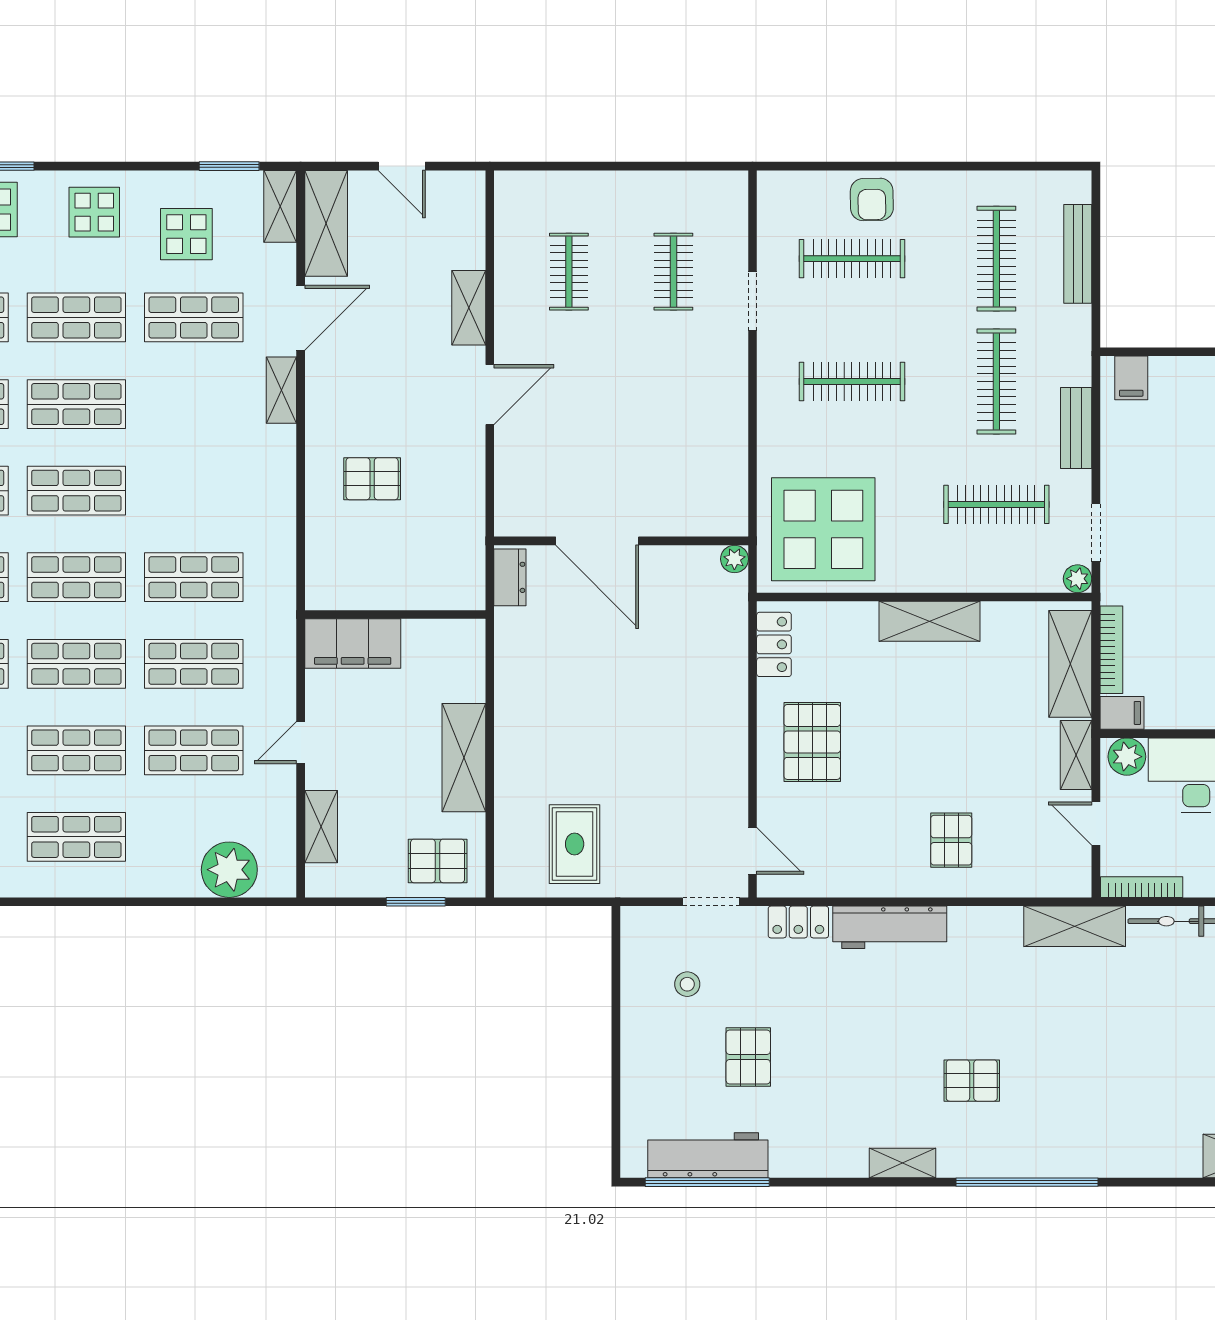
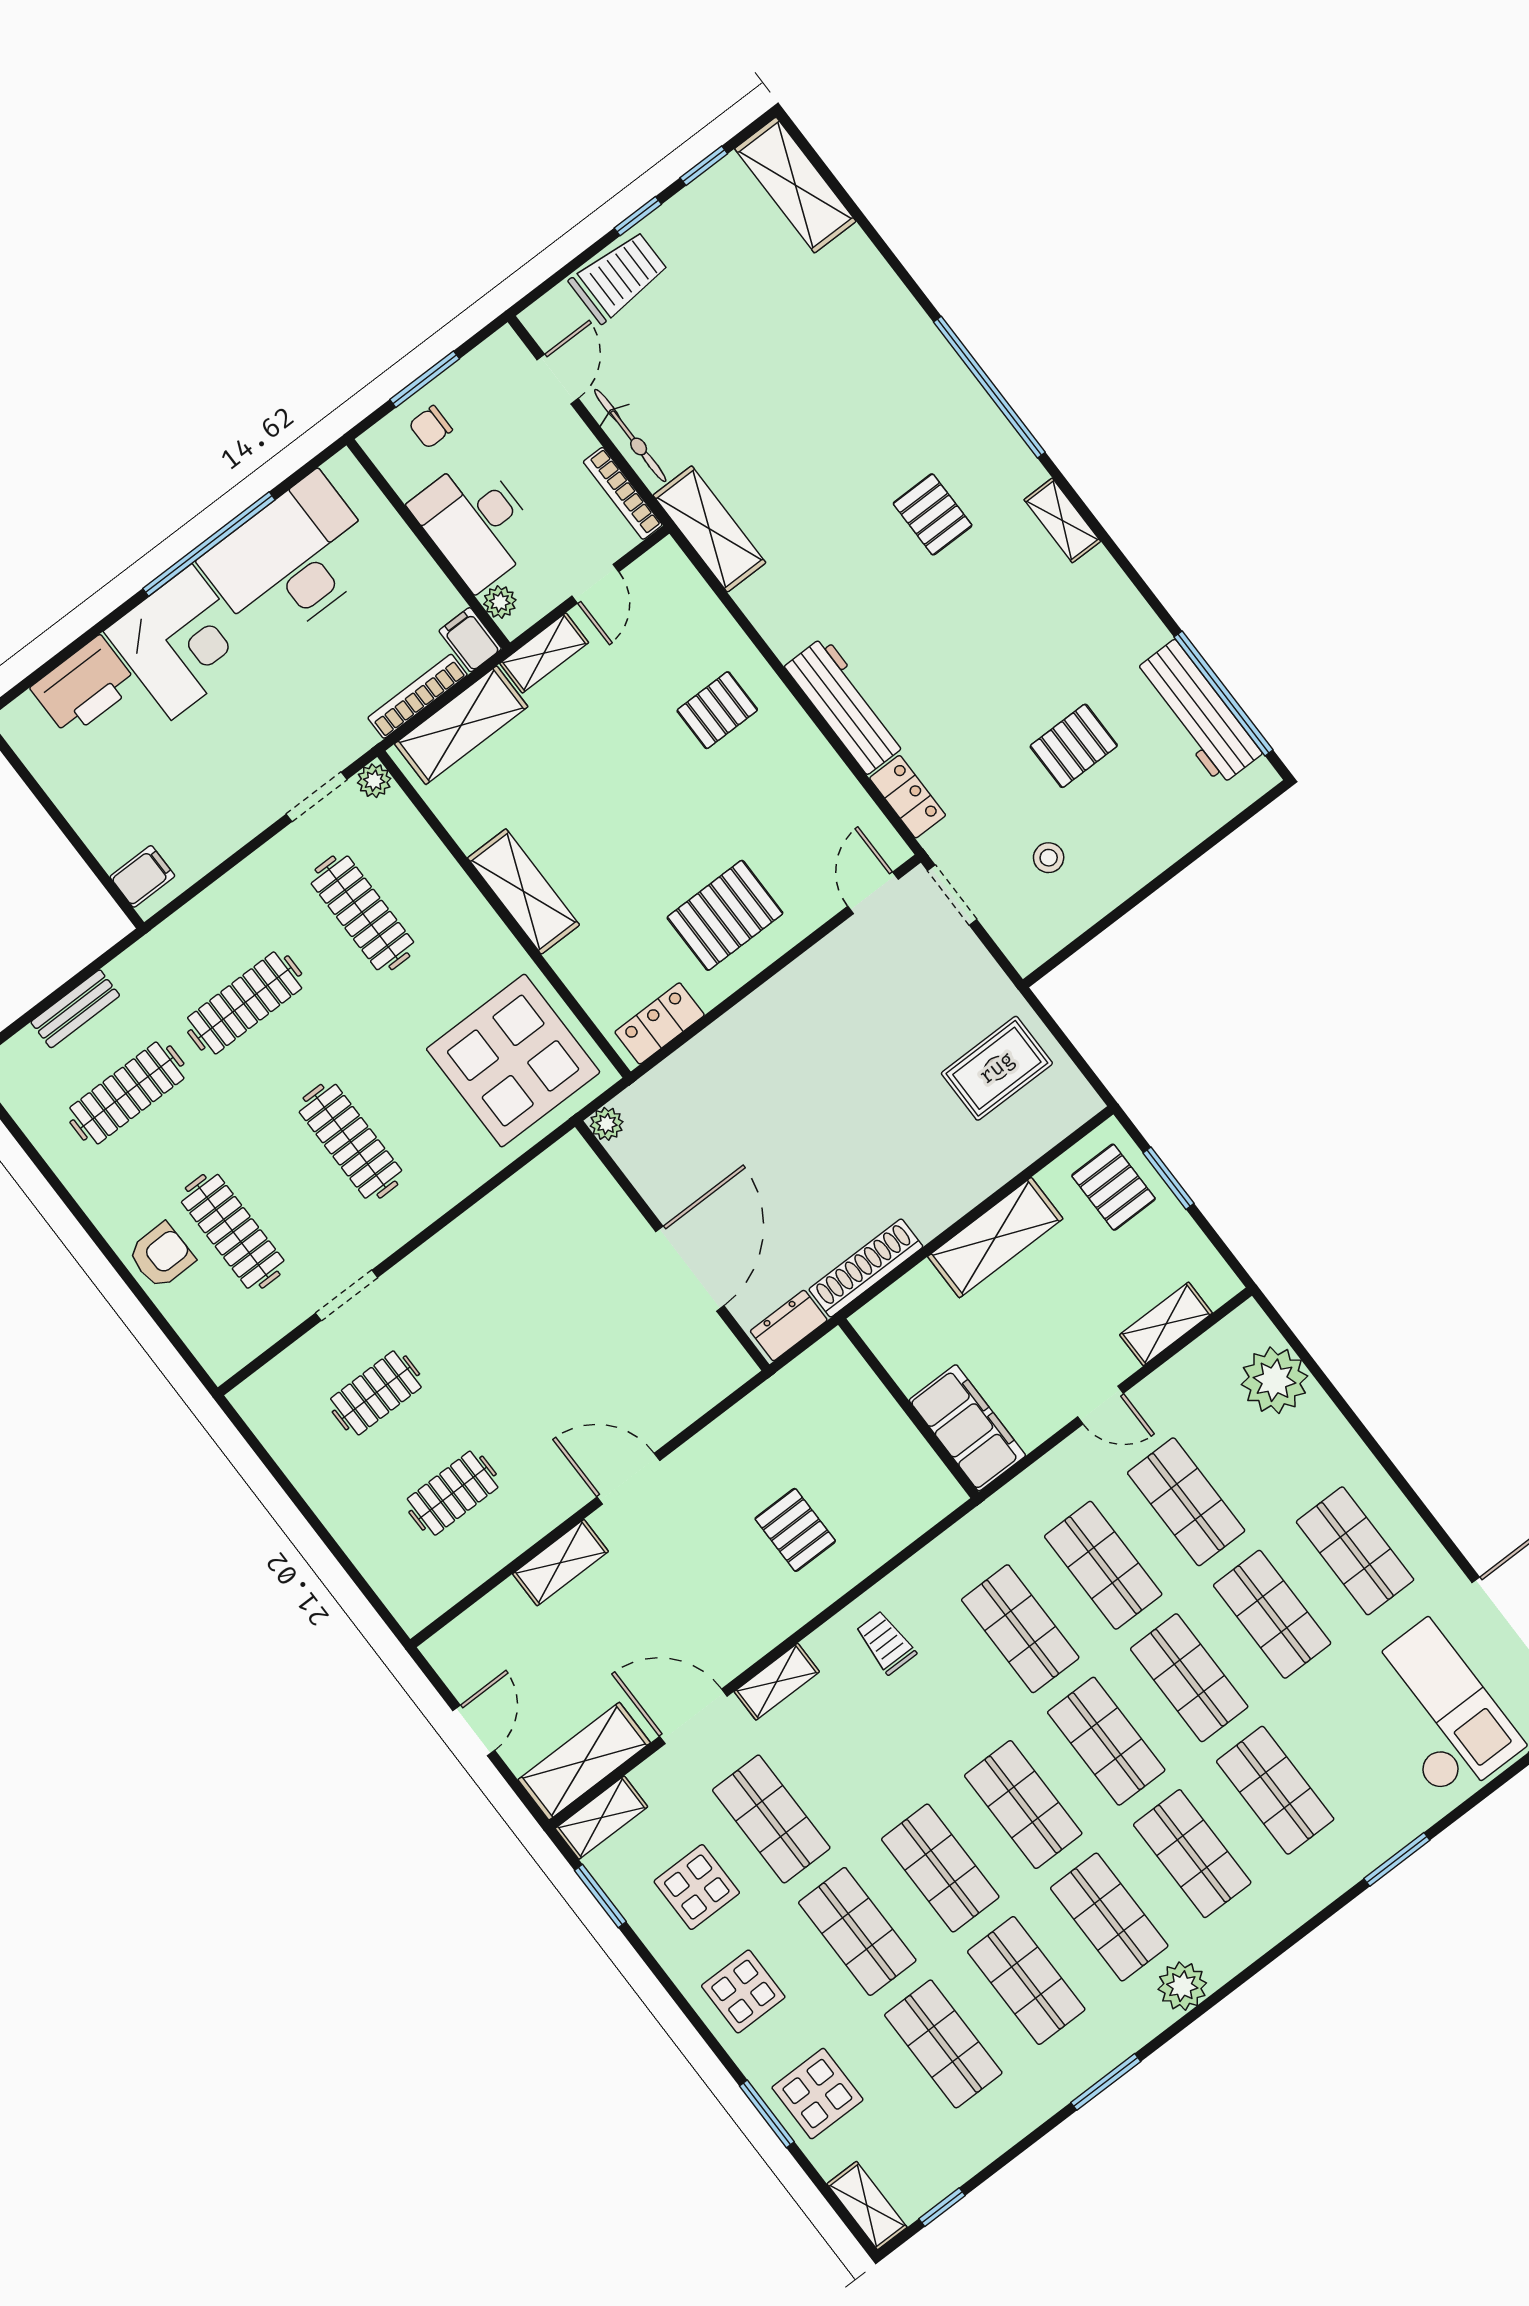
bench: (1078, 254) -> (75, 1009), width x0.73
bench: (1076, 428) -> (231, 892), removed
trolley: (252, 482) -> (886, 1643), added
shoe rack: (509, 657) -> (866, 1268), added
plant: (1127, 757) -> (500, 602), width x0.73, depth x0.73

